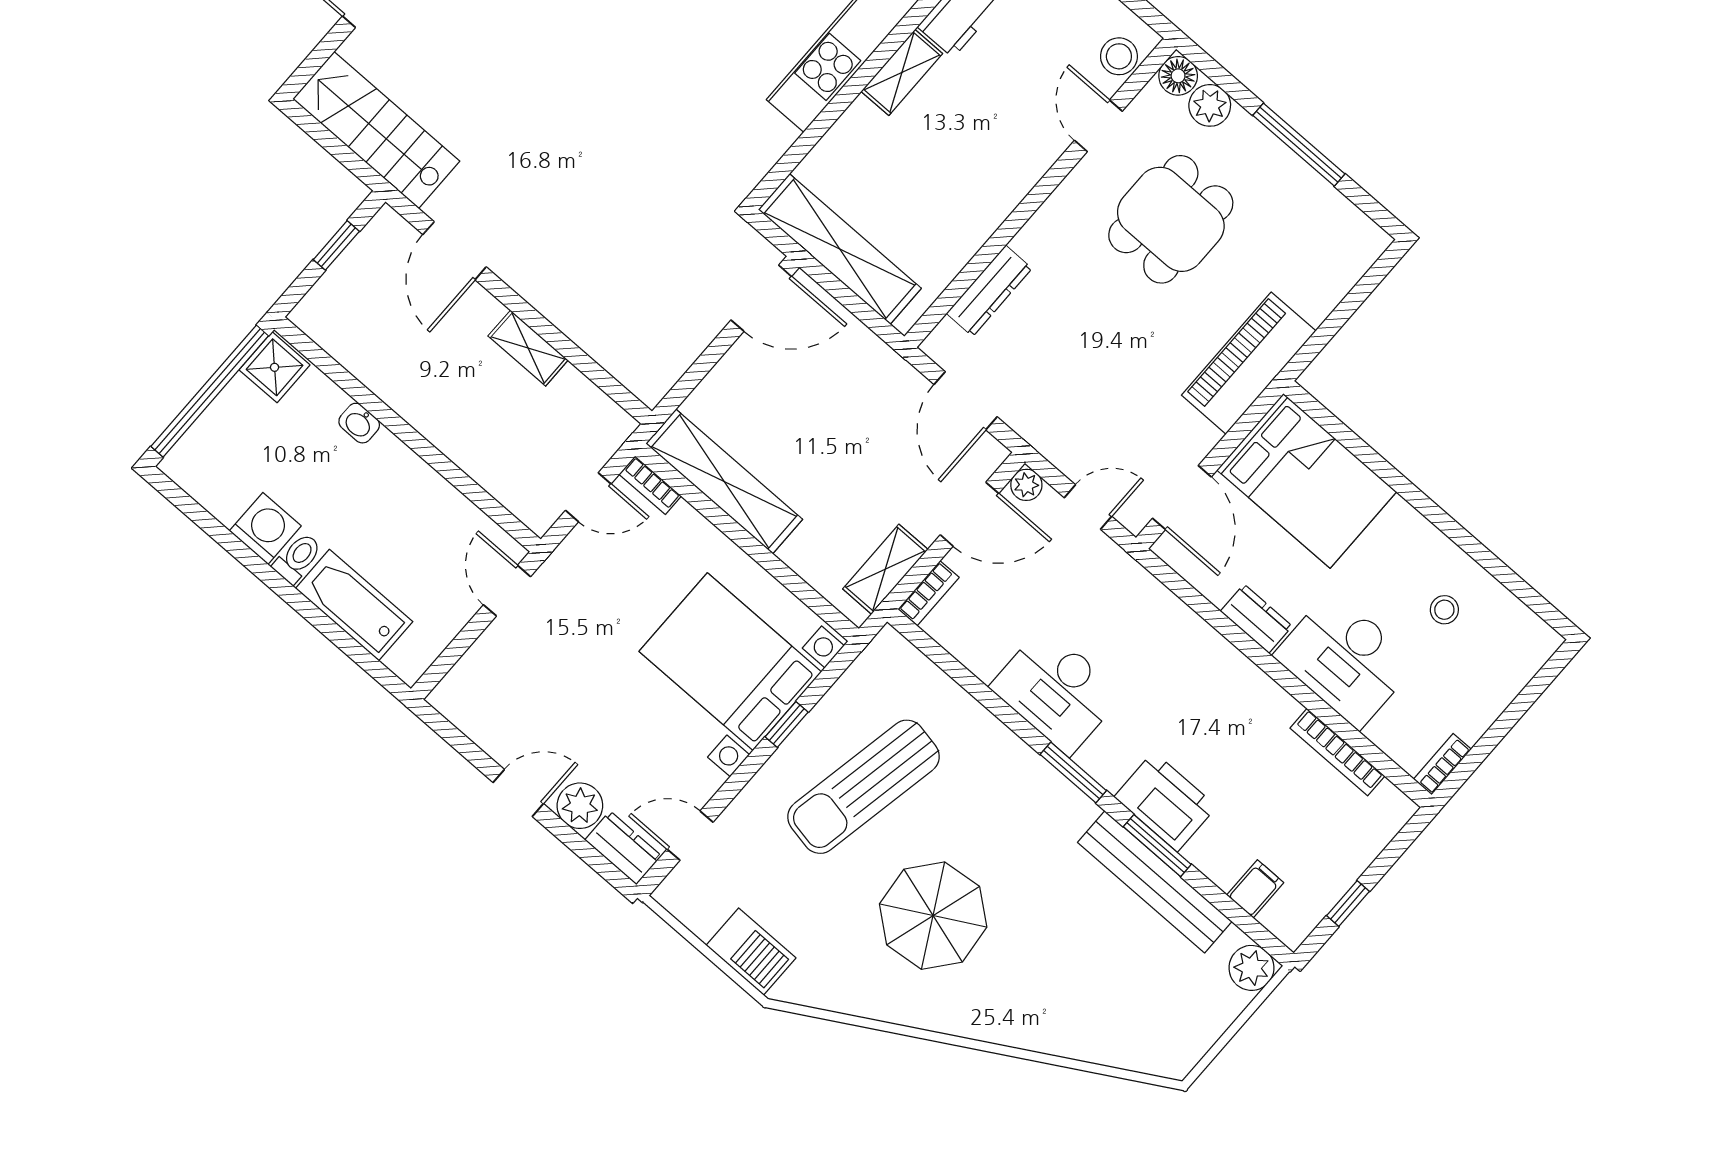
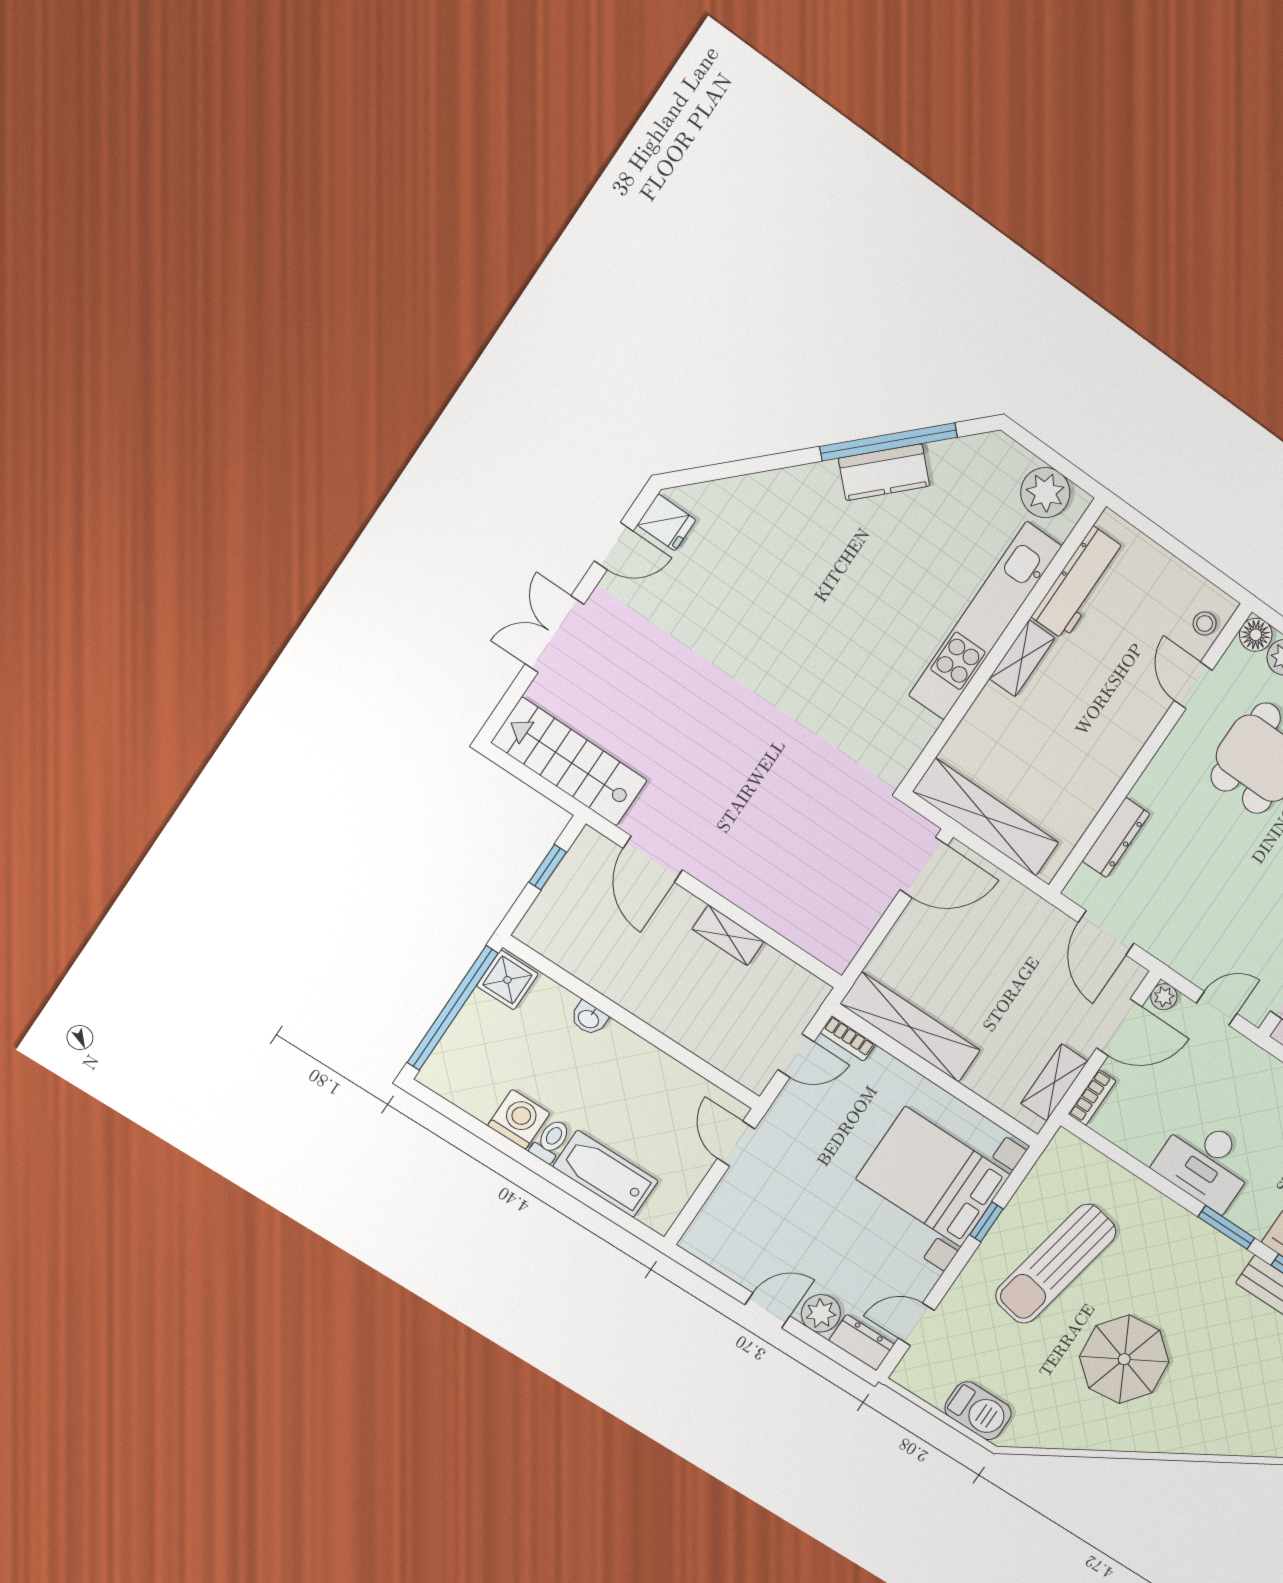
stool: (1119, 56) -> (1205, 624), width x0.73, depth x0.73

